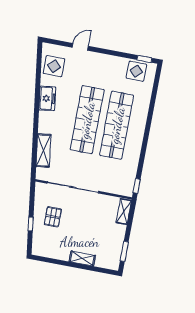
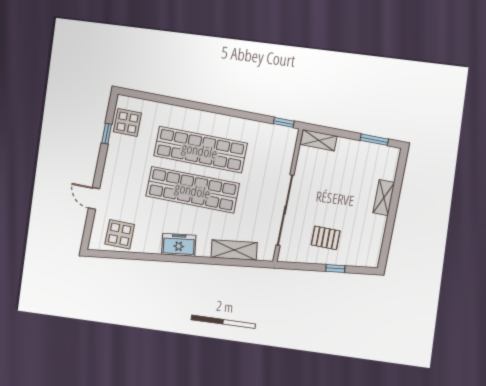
window: (144, 59) -> (107, 134), moved
freezer: (47, 98) -> (179, 245), moved

